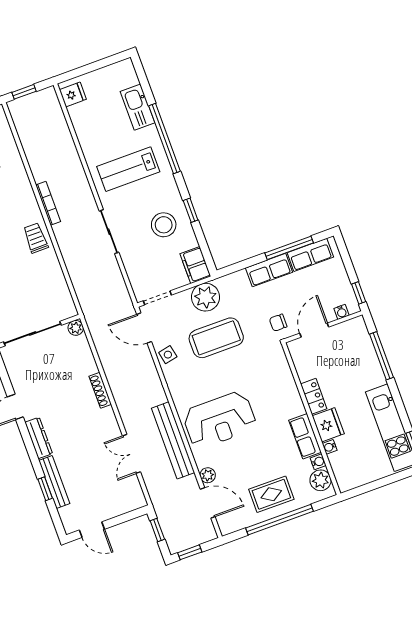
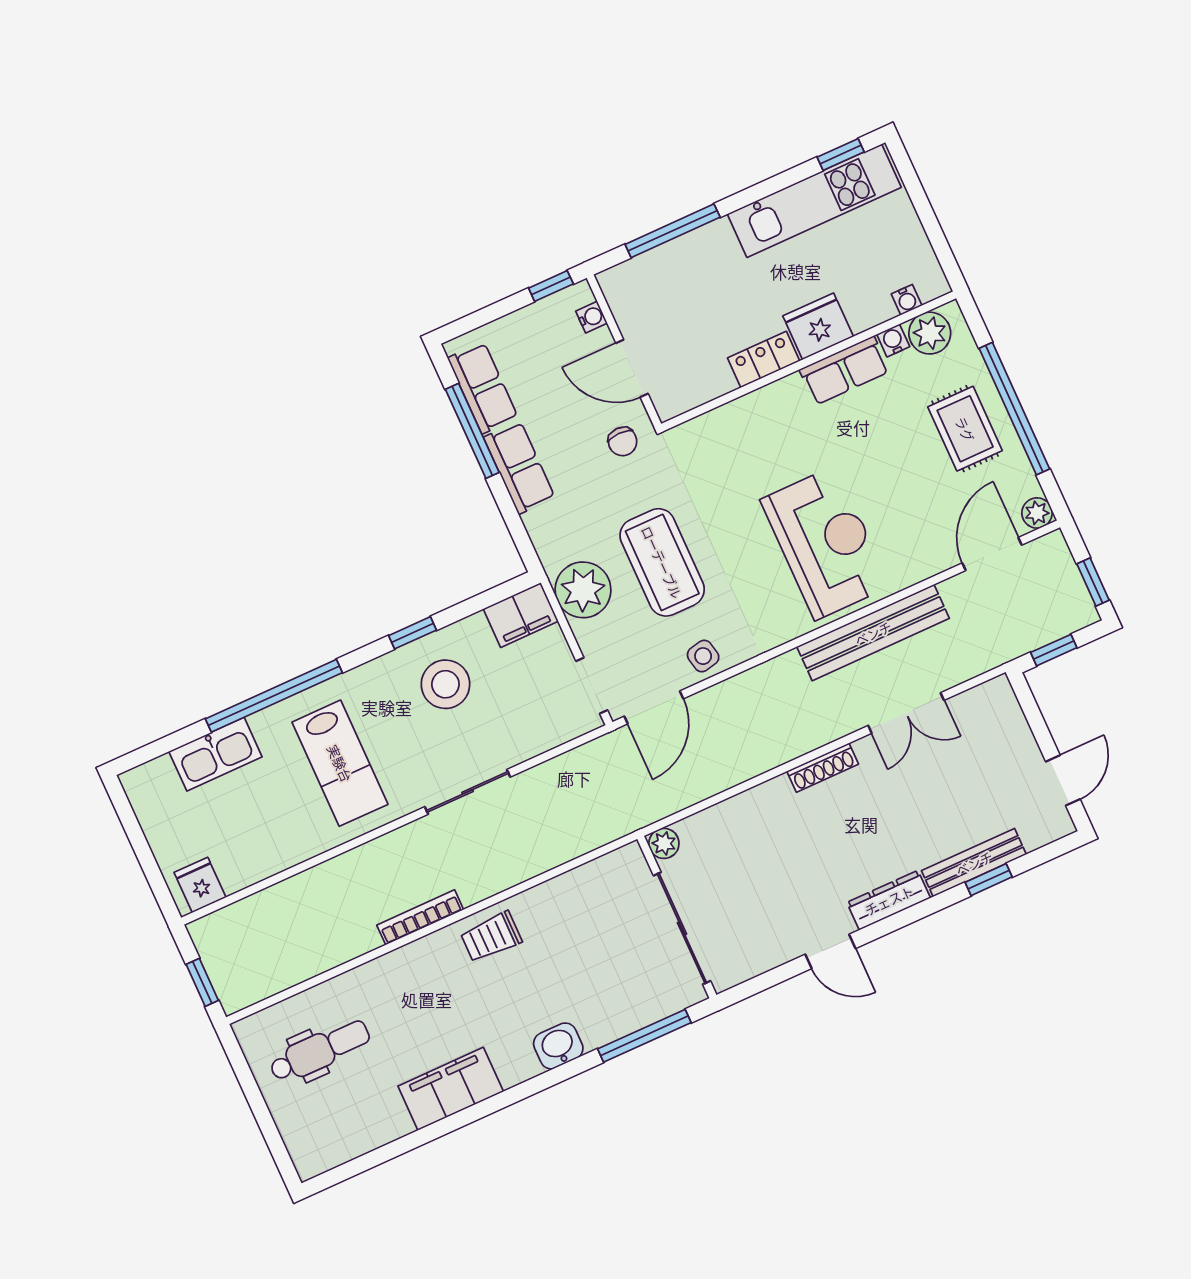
shoe rack: (100, 390) -> (823, 768), moved
water cooler: (330, 447) -> (907, 300), moved
plant: (208, 475) -> (1037, 513), moved

